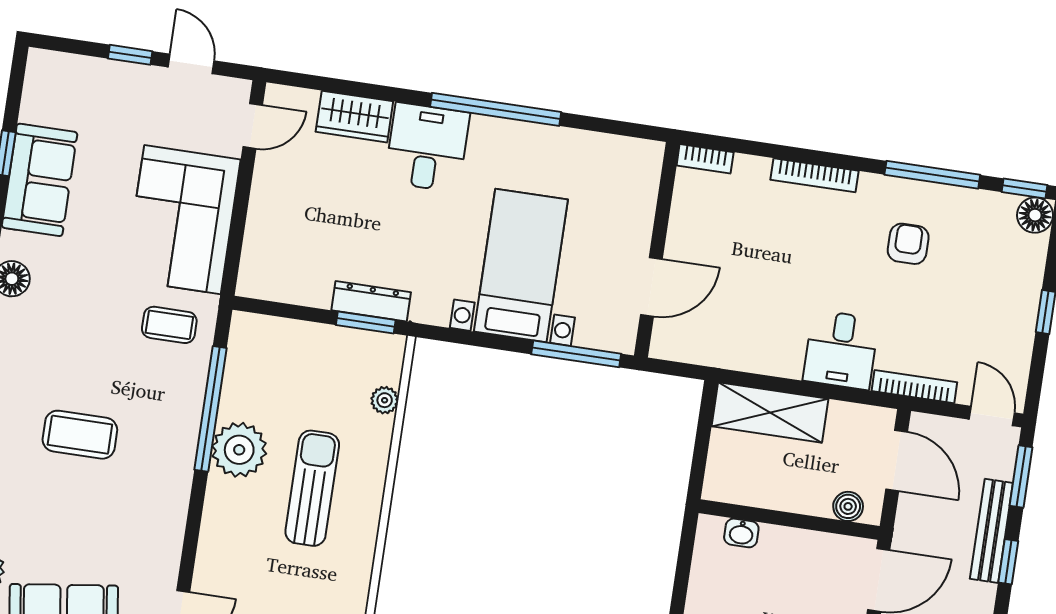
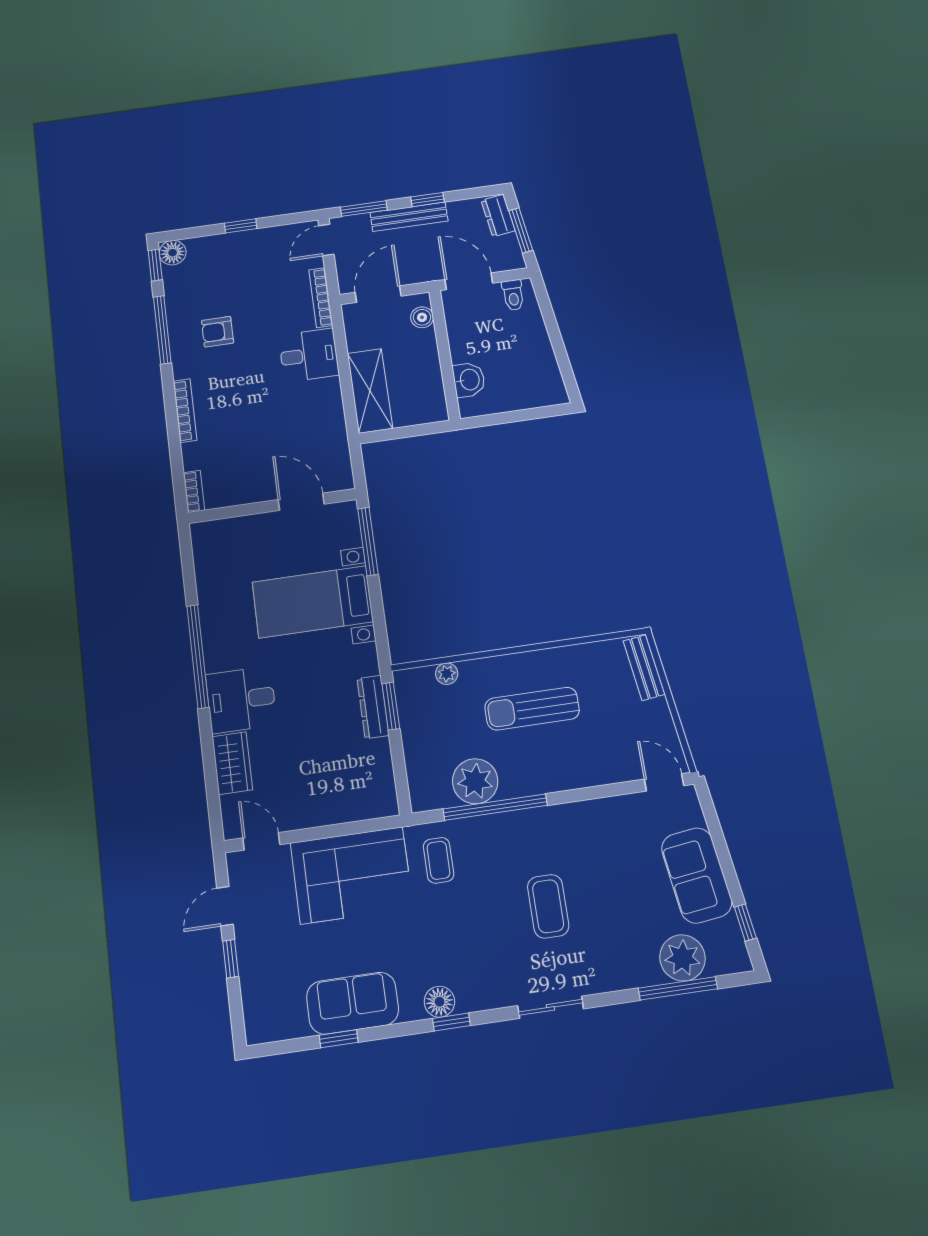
plant: (239, 450) -> (475, 781), moved
washbasin: (741, 533) -> (469, 380), width x1.38, depth x1.45

